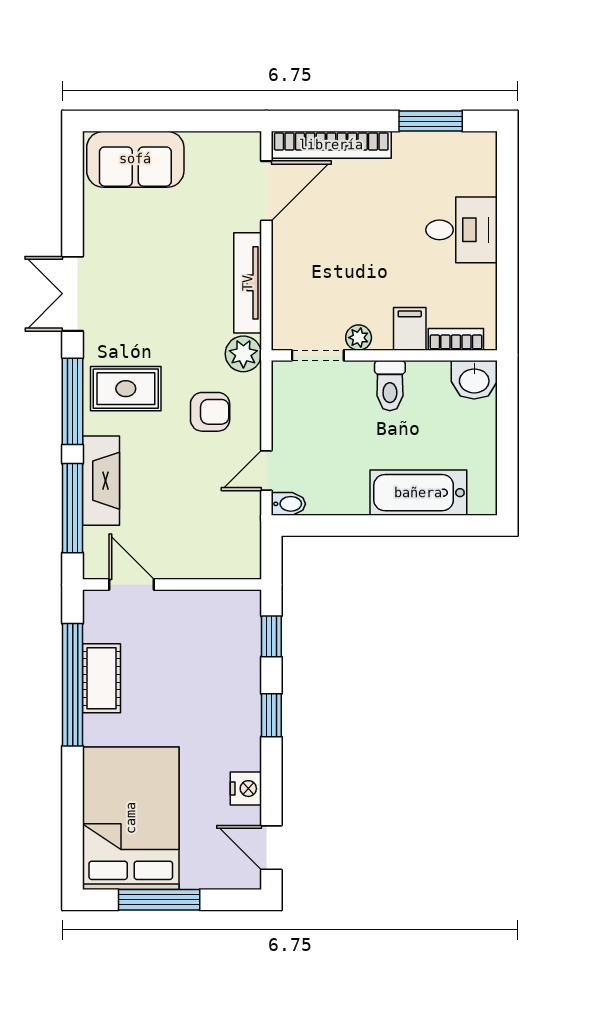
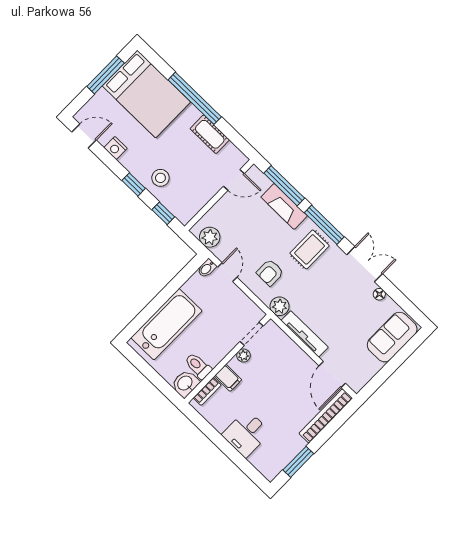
floor lamp: (94, 234) -> (379, 294), added
toilet: (390, 386) -> (198, 366), moved
bathtub: (418, 493) -> (166, 324), width x1.36, depth x1.36
plant: (242, 541) -> (210, 237), added
window: (73, 685) -> (195, 98), moved
stool: (227, 687) -> (160, 178), added

